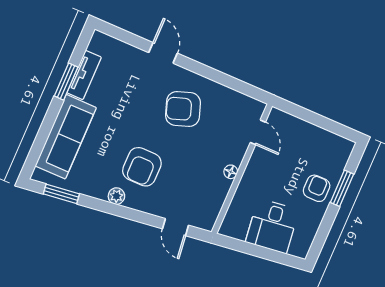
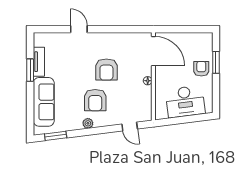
armchair: (183, 109) -> (106, 70), moved, turned -71
door: (258, 132) -> (153, 51), width x1.88
desk: (272, 226) -> (185, 102), width x1.37

